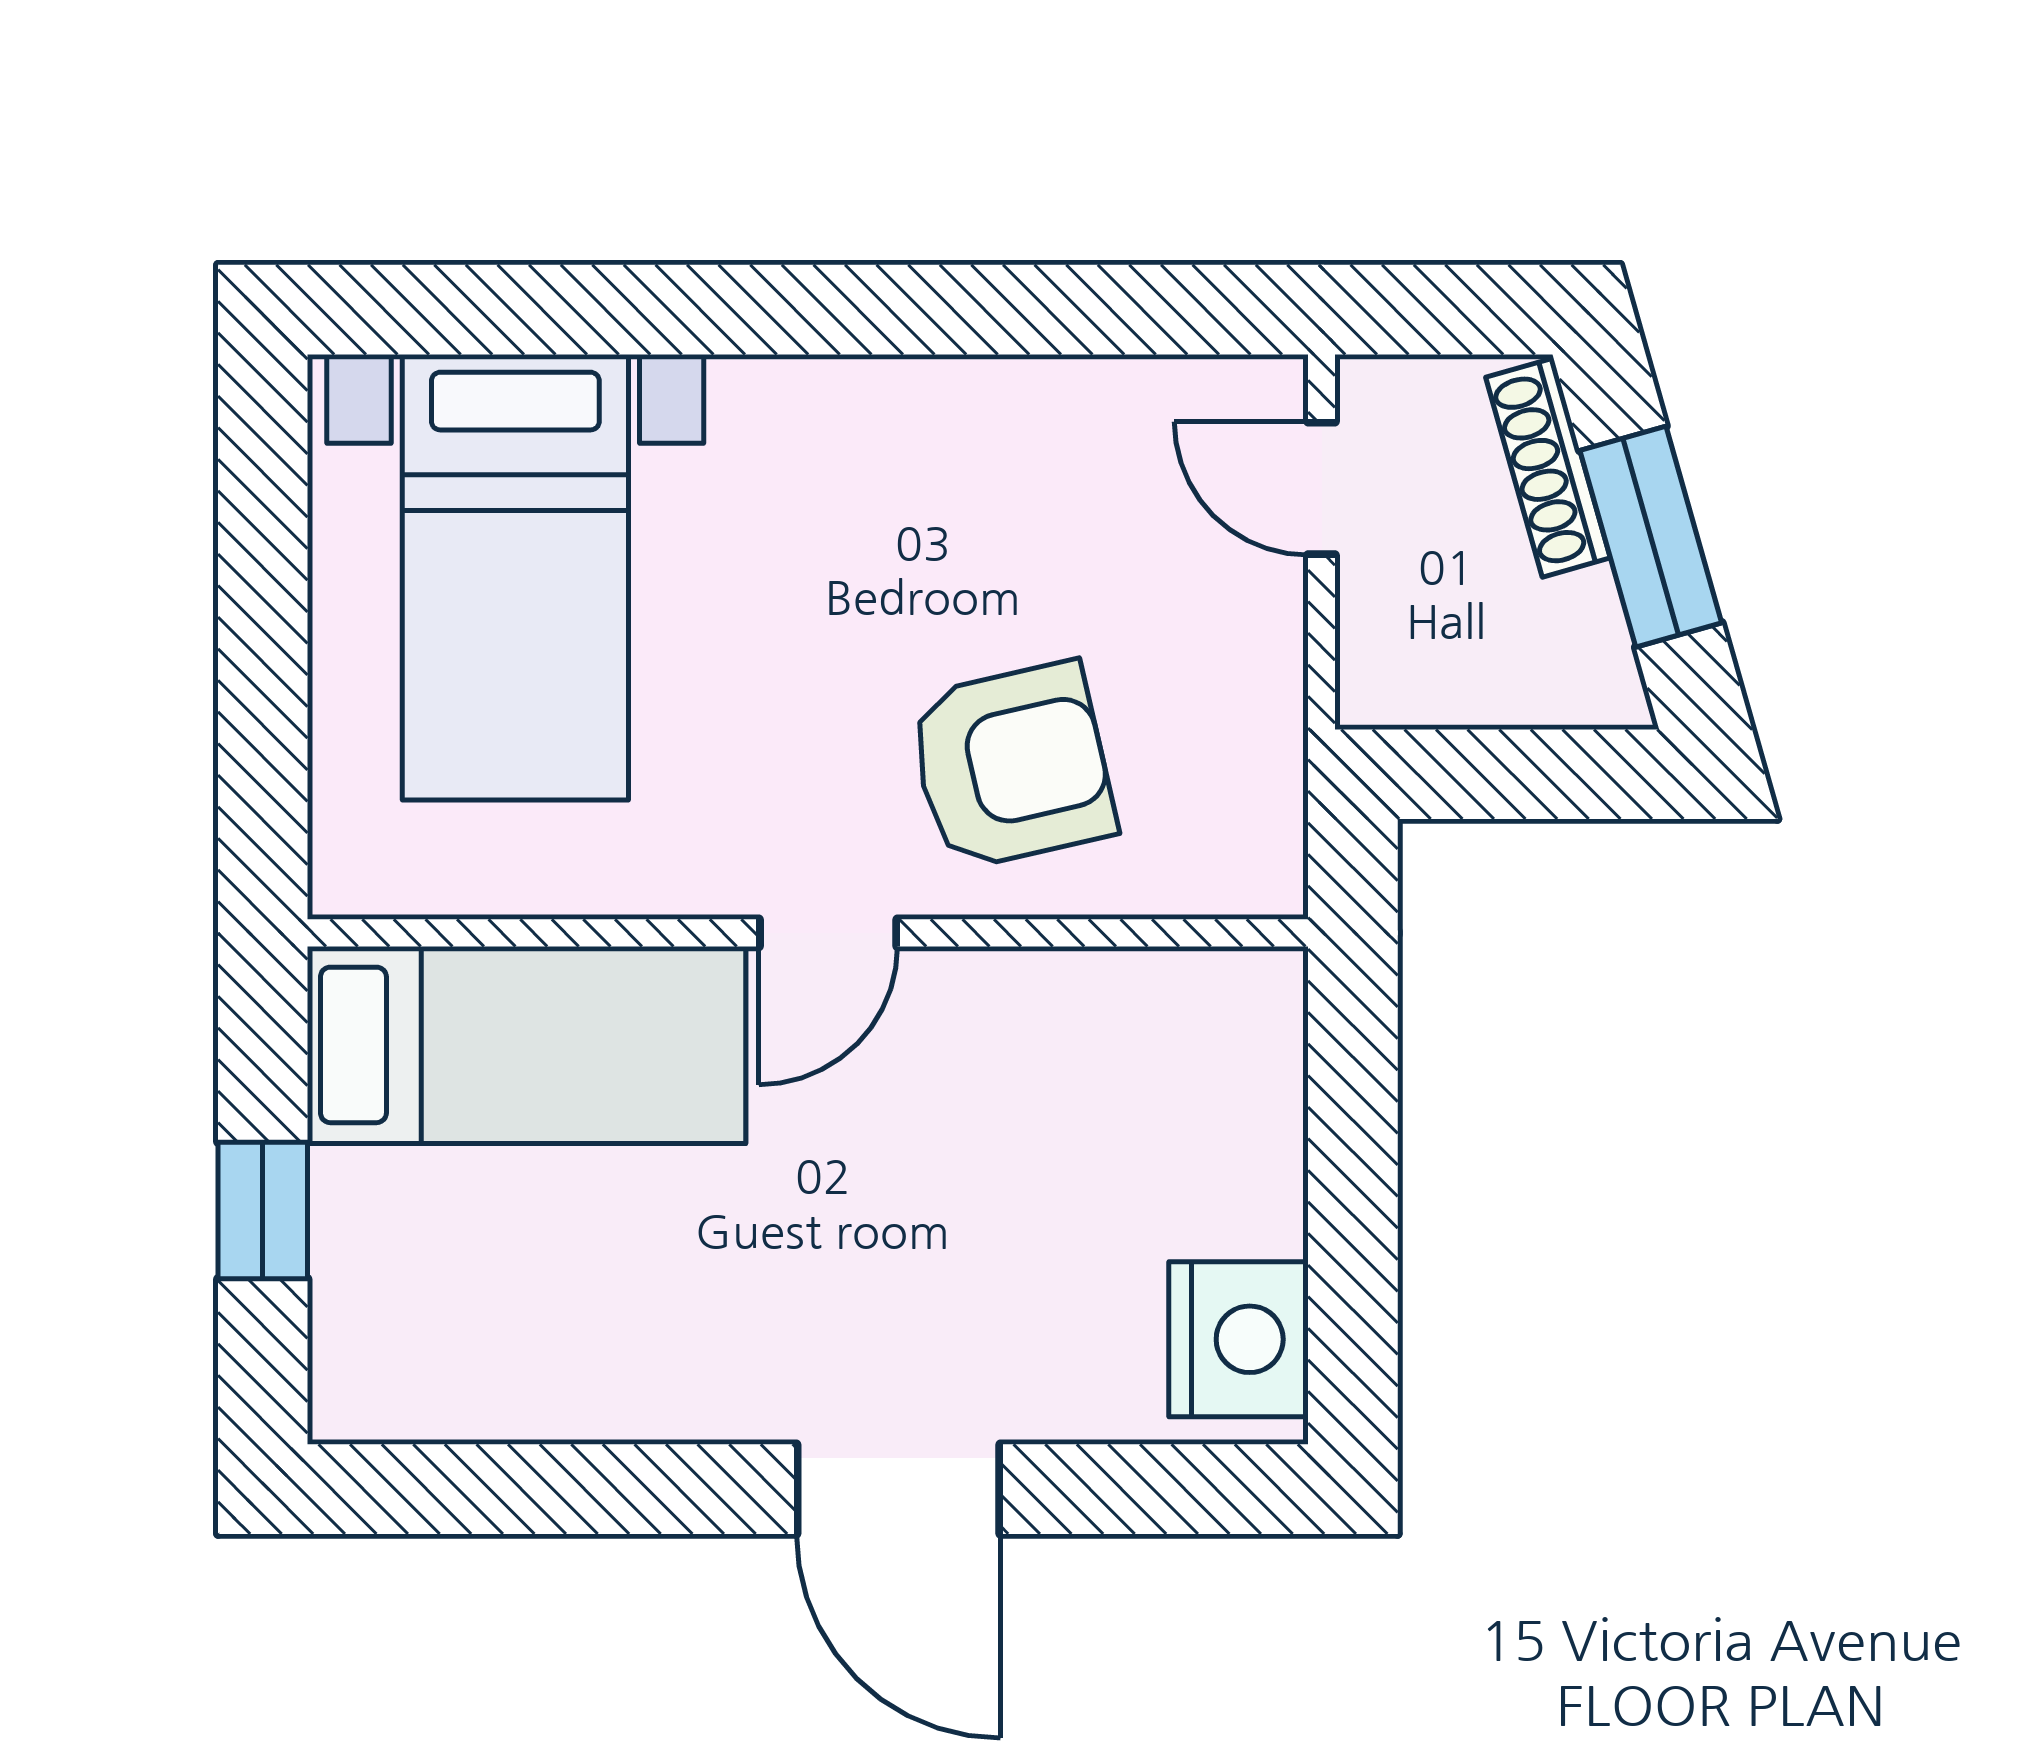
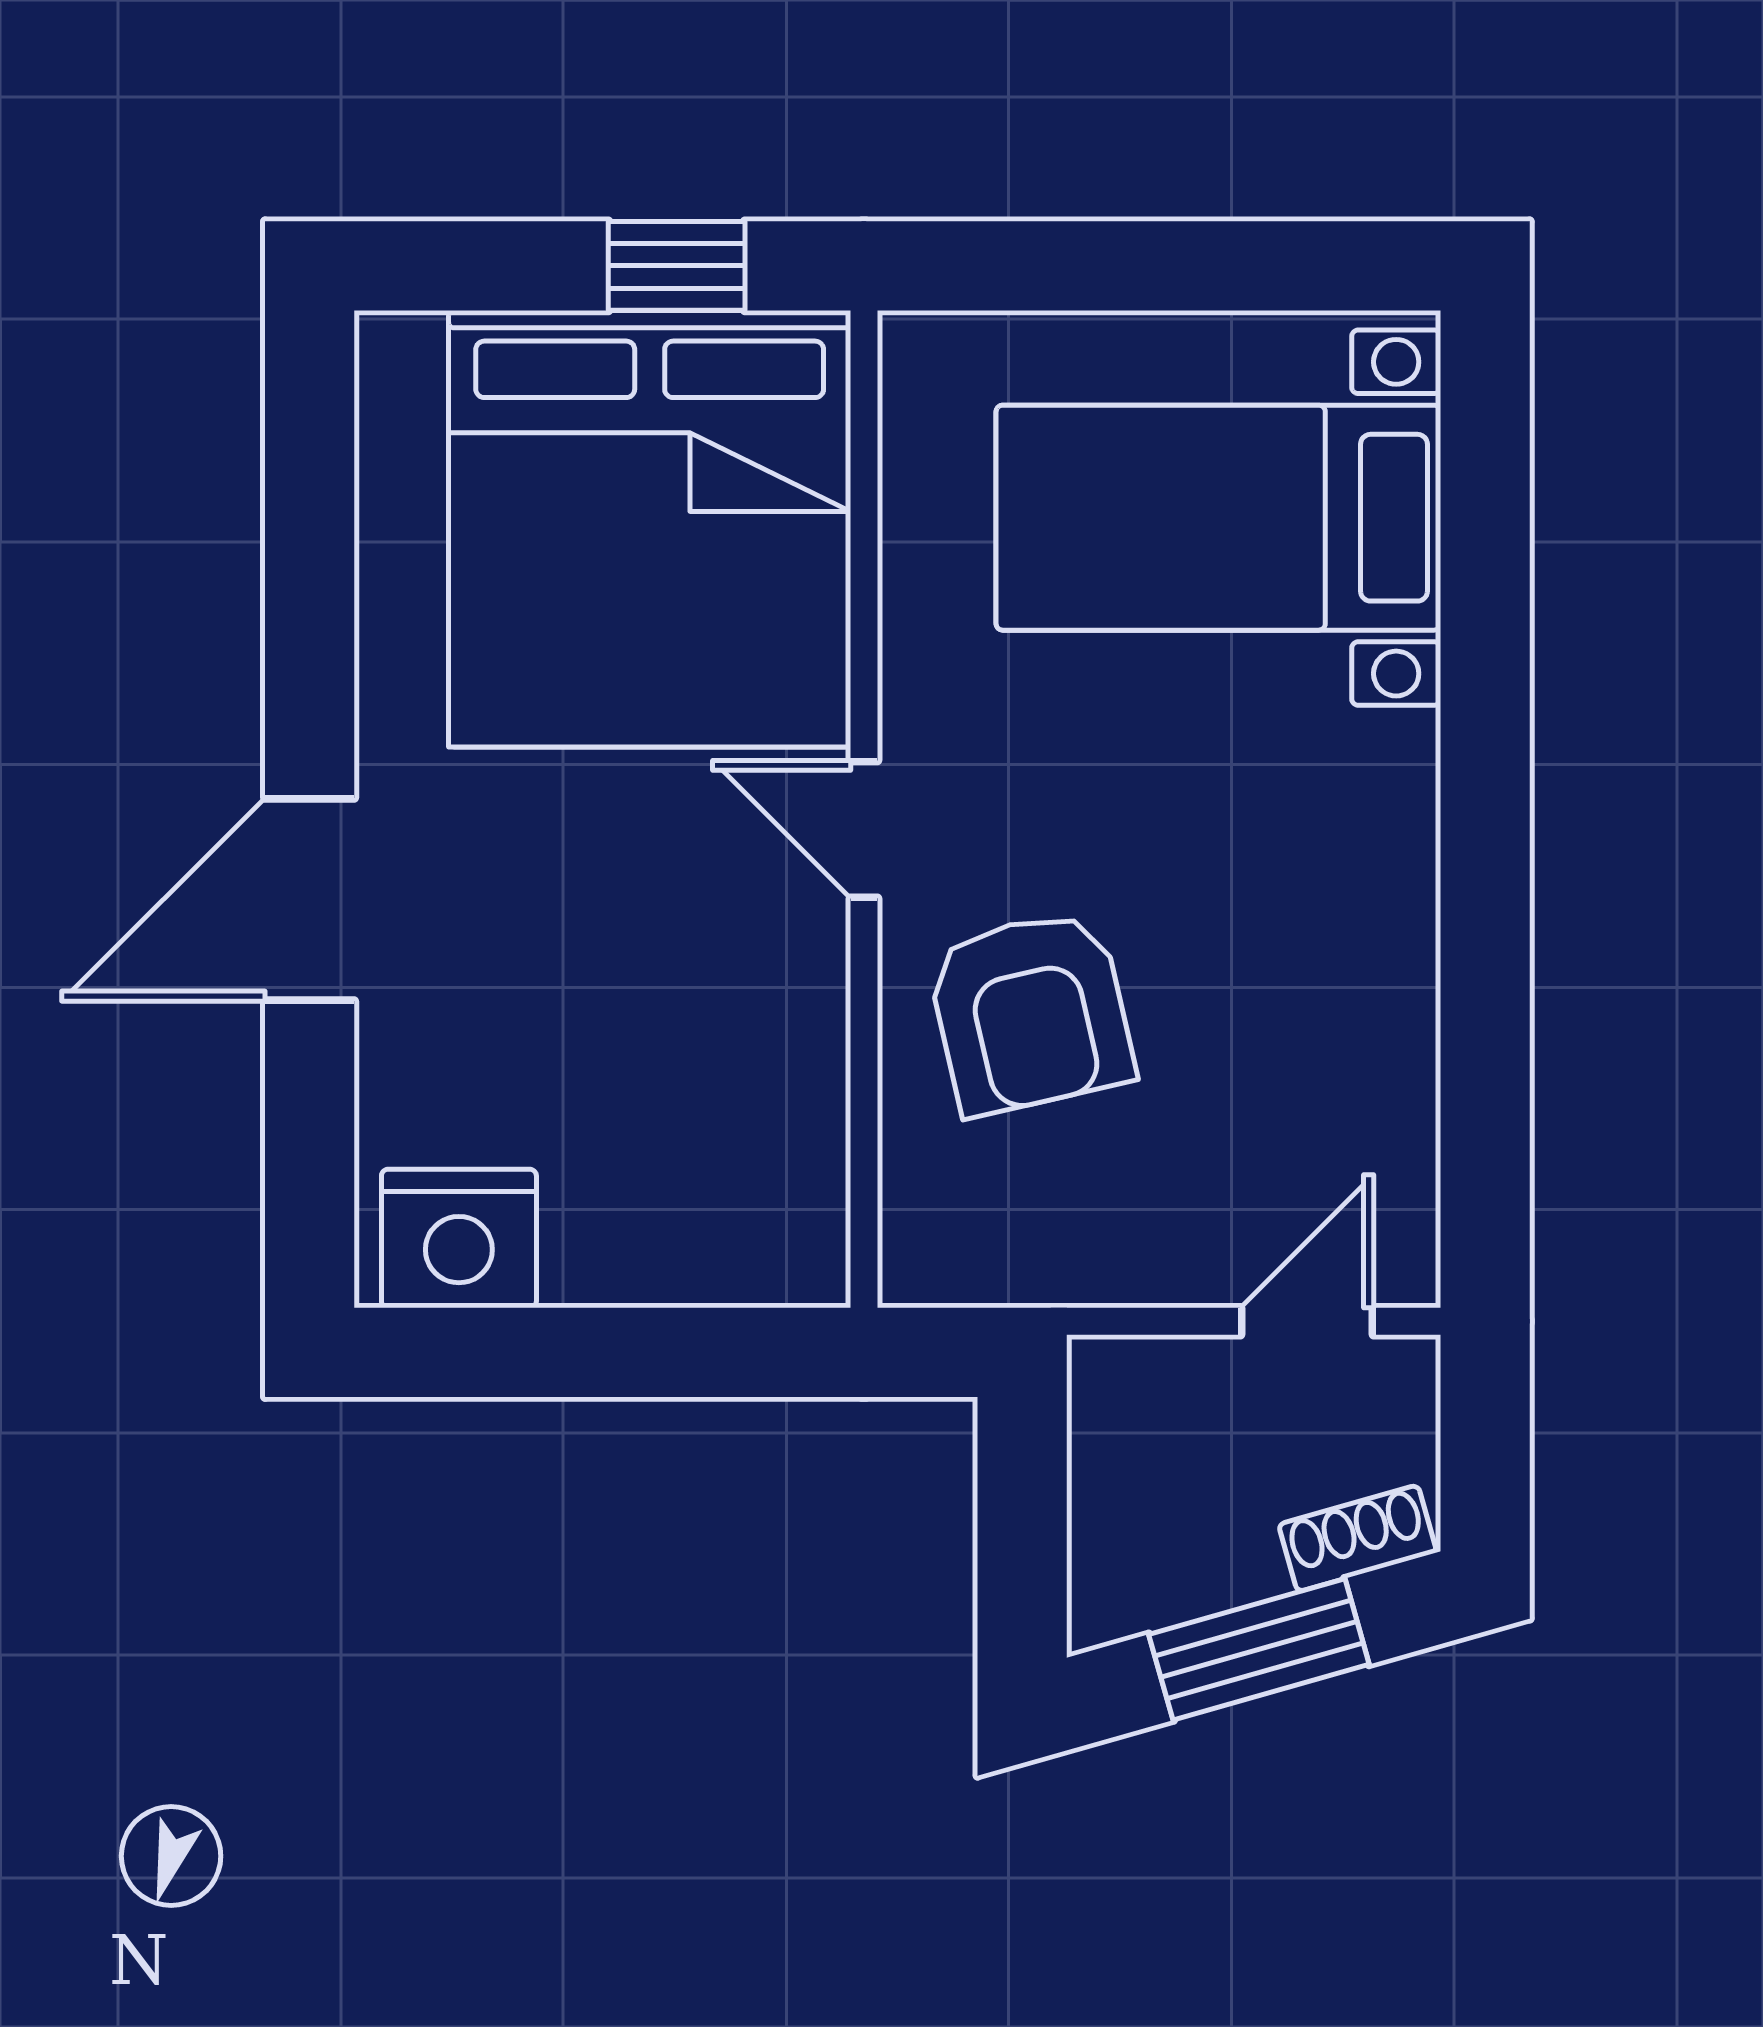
shoe rack: (1548, 468) -> (1358, 1538), width x0.70
bed: (527, 1045) -> (650, 529), width x2.04
window: (263, 1211) -> (677, 266), moved

